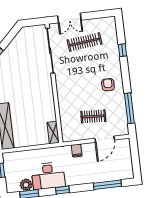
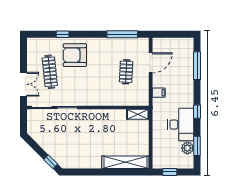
armchair: (108, 85) -> (75, 55), moved, width x1.88, depth x1.88
door: (105, 139) -> (151, 63), hinge flipped

